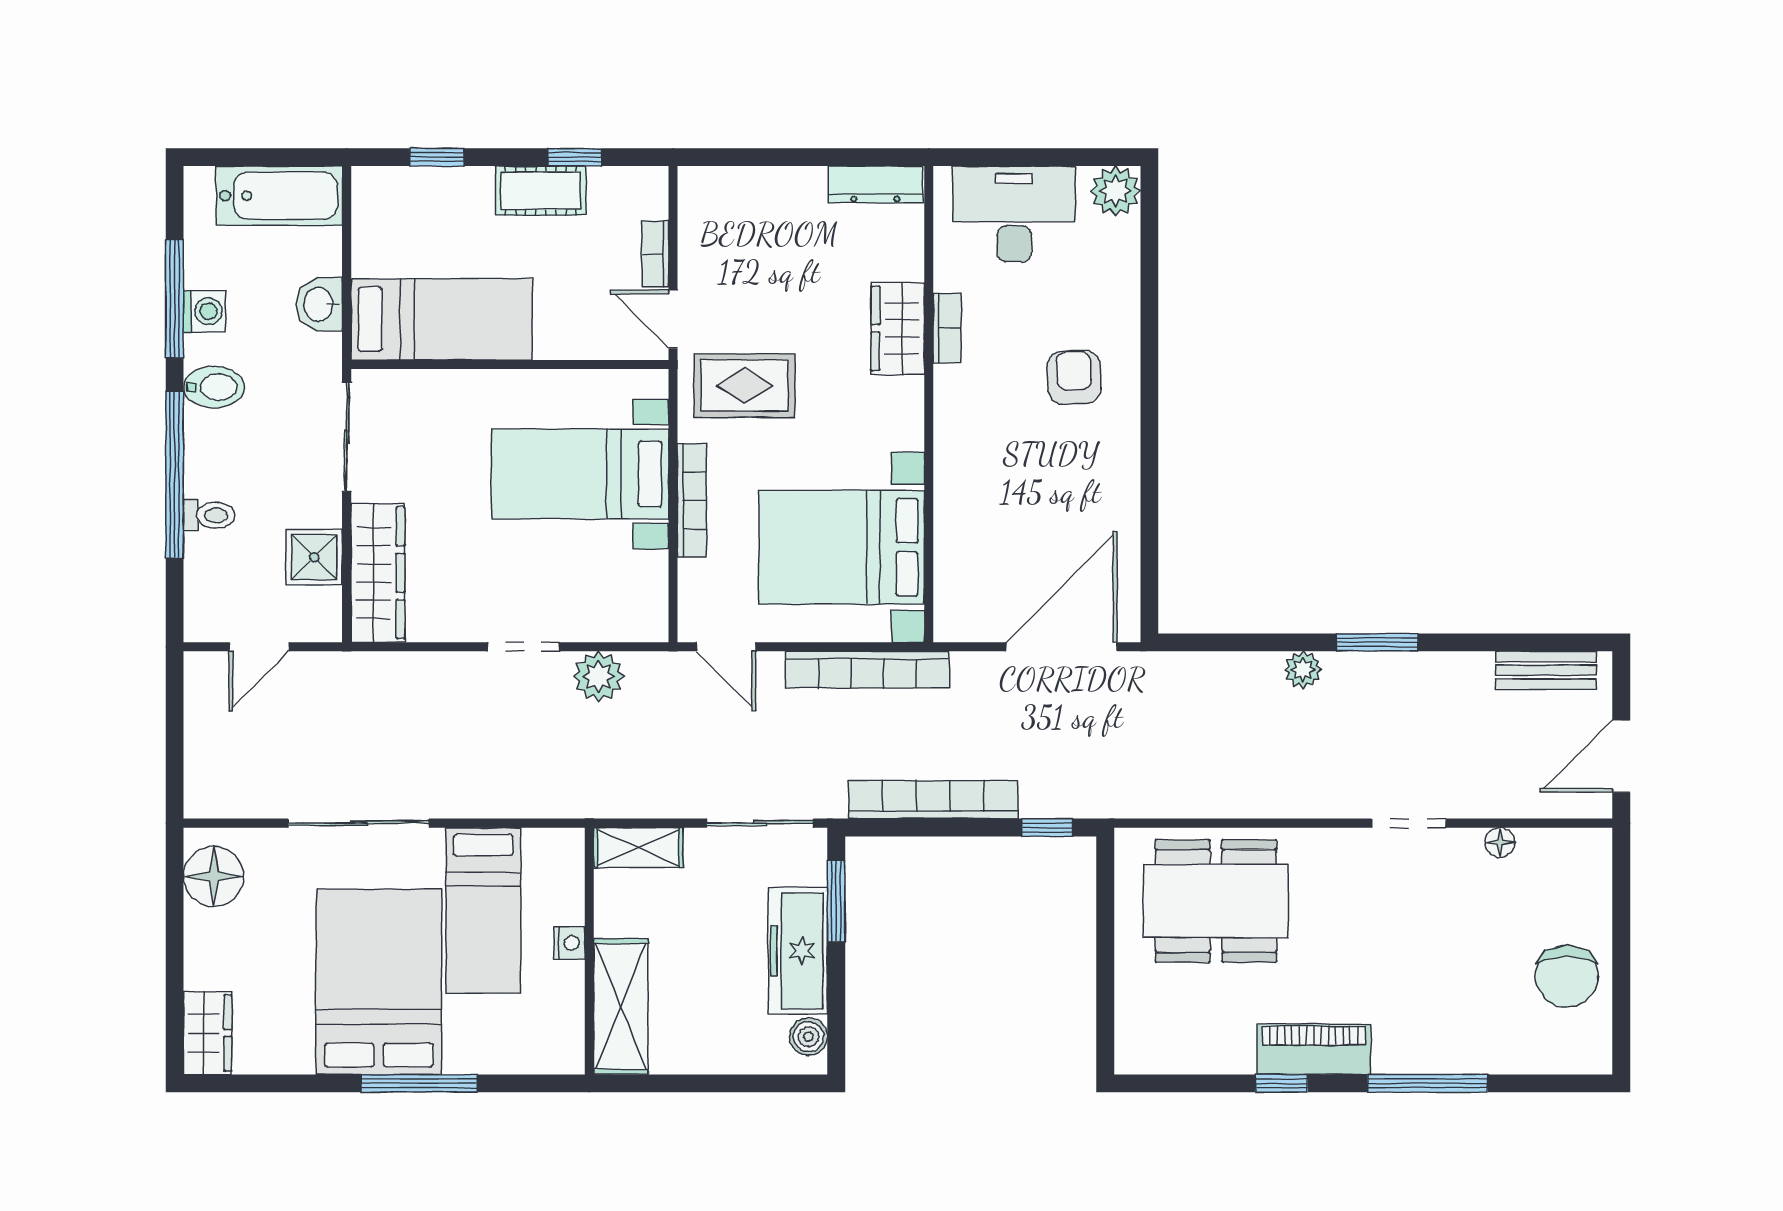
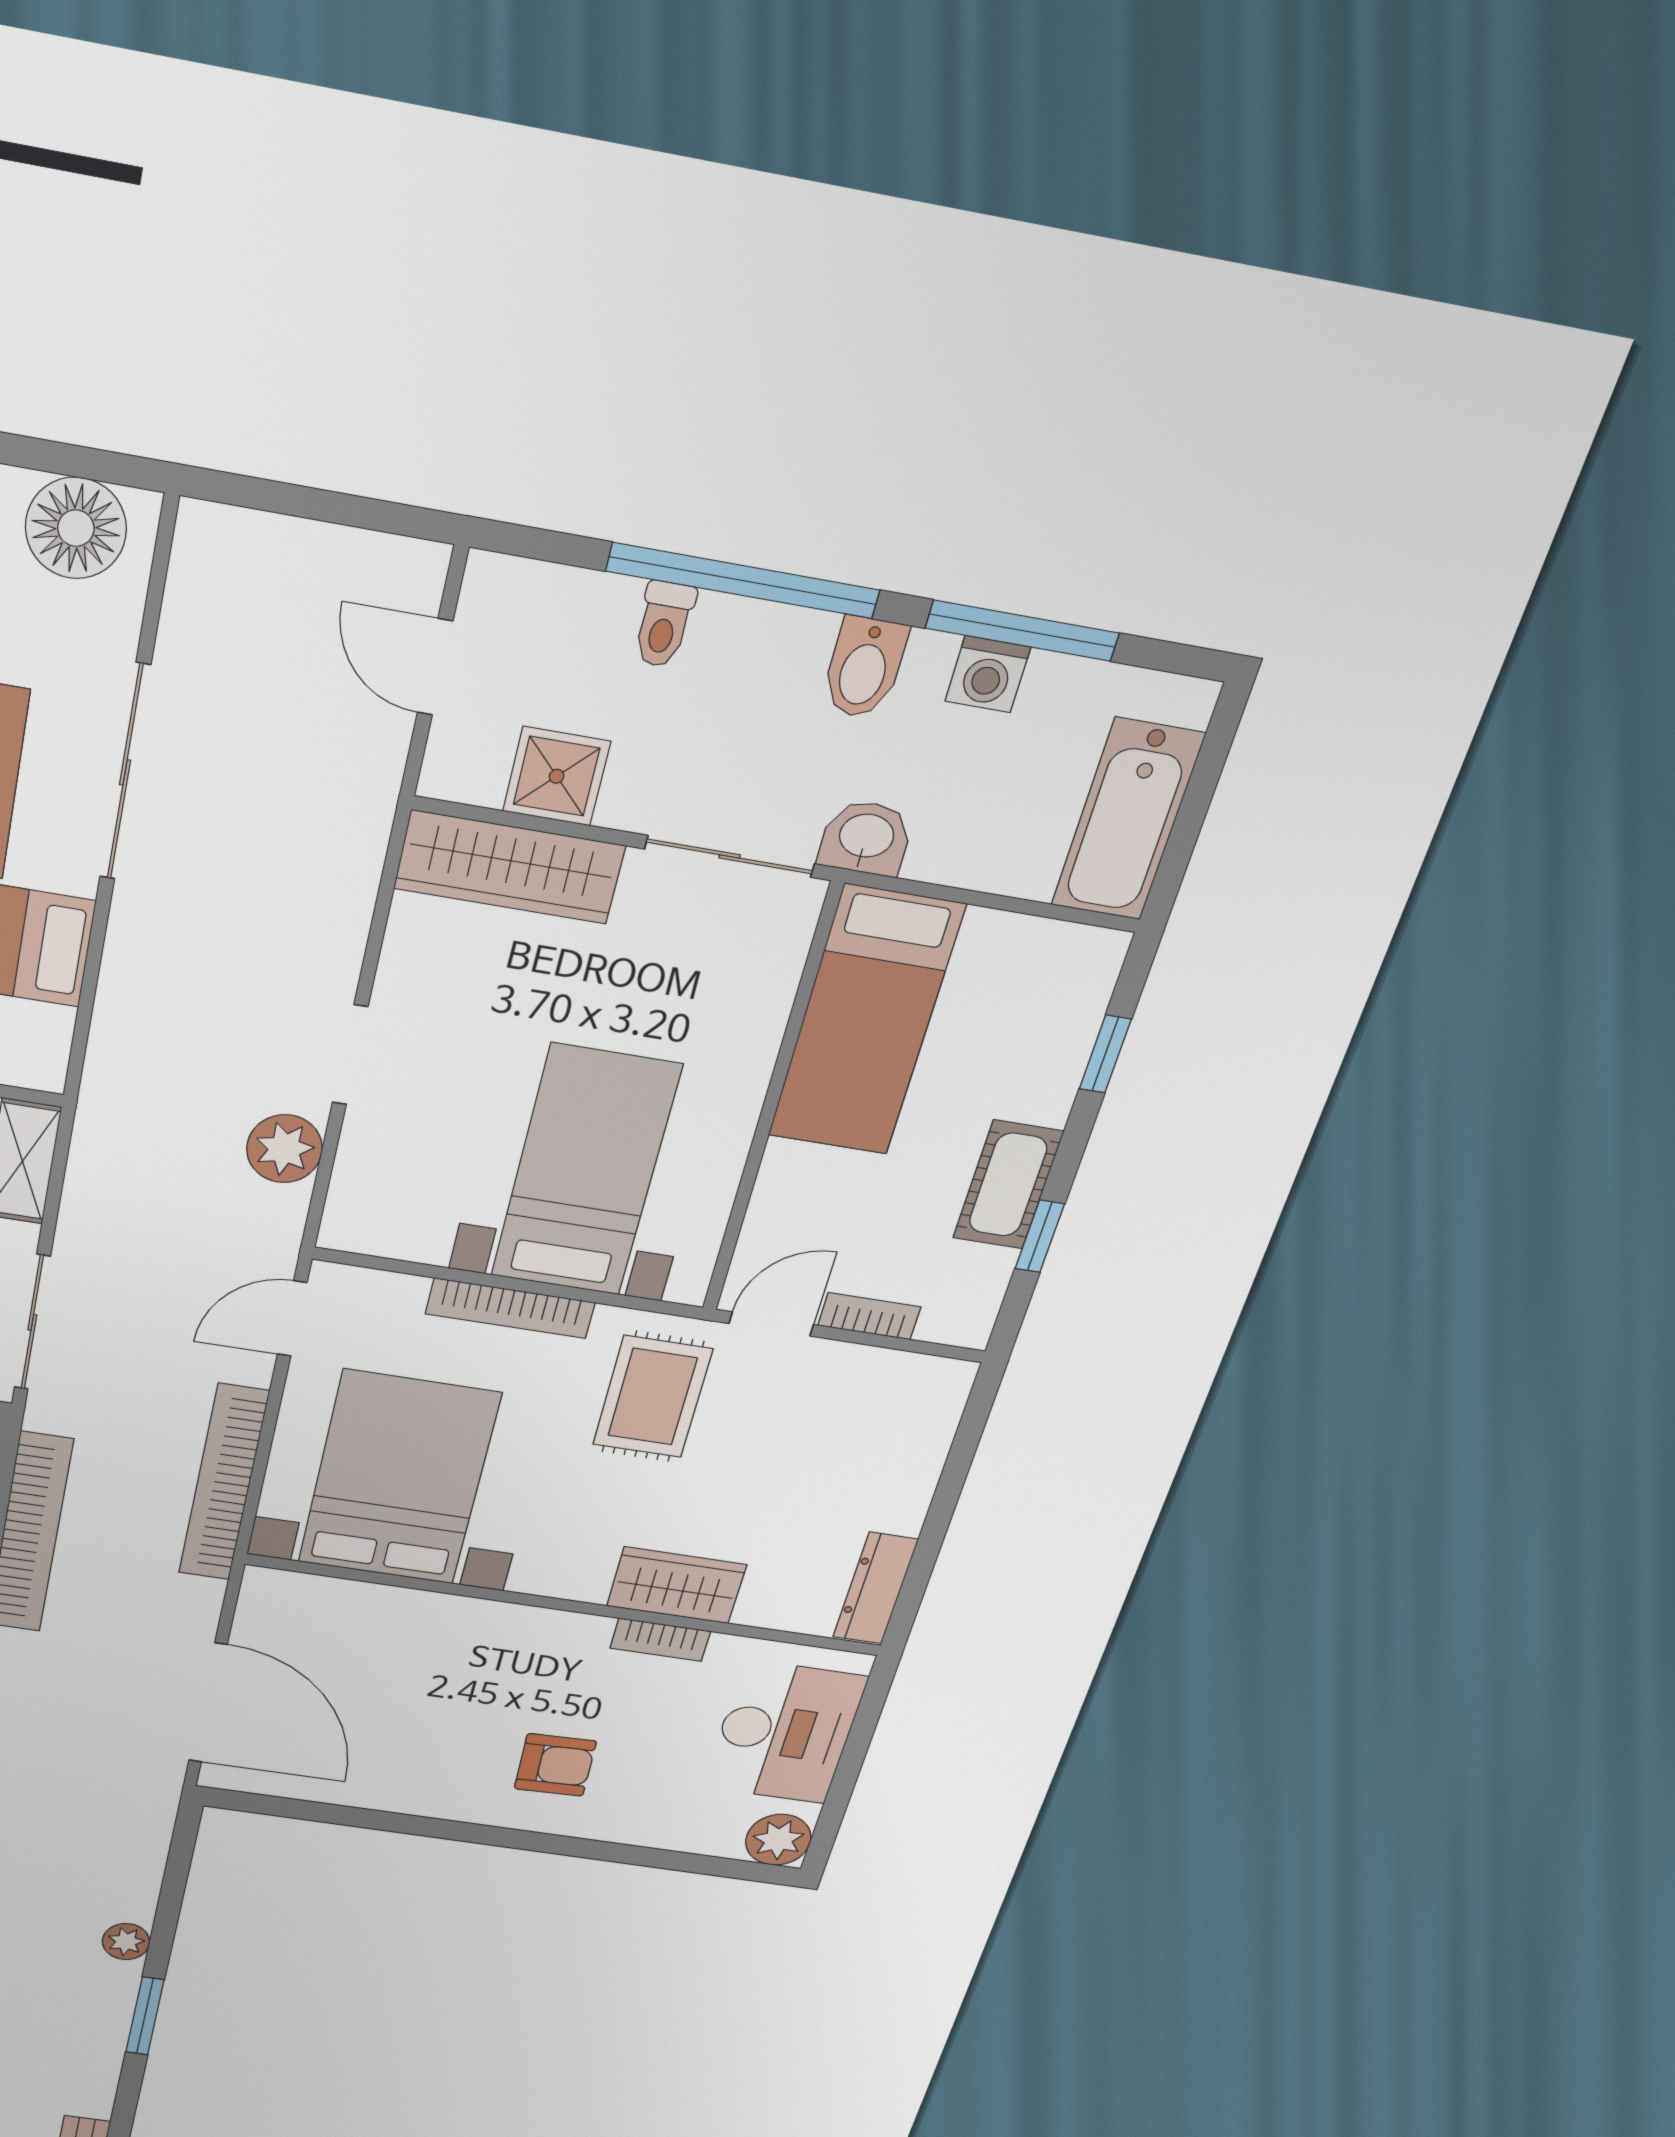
washbasin: (319, 304) -> (866, 838), moved

